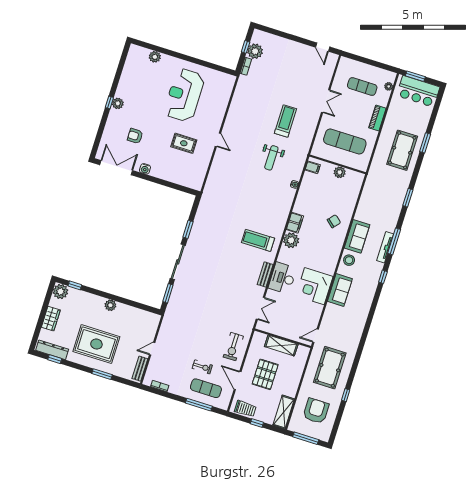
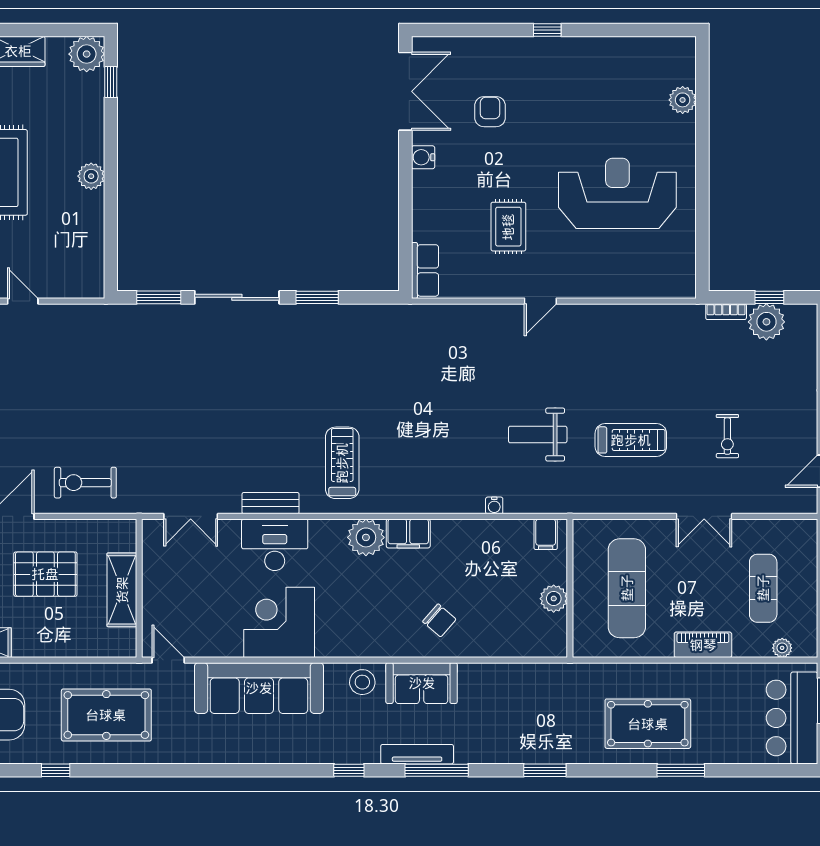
plant: (118, 103) -> (551, 49), removed
row of seats: (191, 182) -> (425, 270), added
sofa: (340, 290) -> (259, 688), width x1.85, depth x1.27
exercise bike: (202, 367) -> (727, 436), moved

